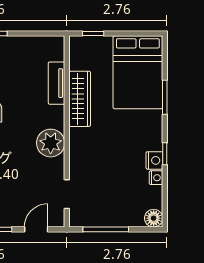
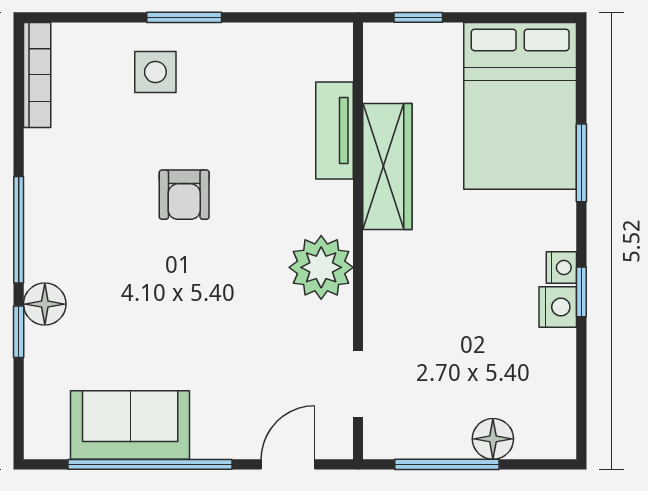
nightstand: (156, 178) -> (561, 267), moved
floor lamp: (154, 218) -> (493, 439), moved

